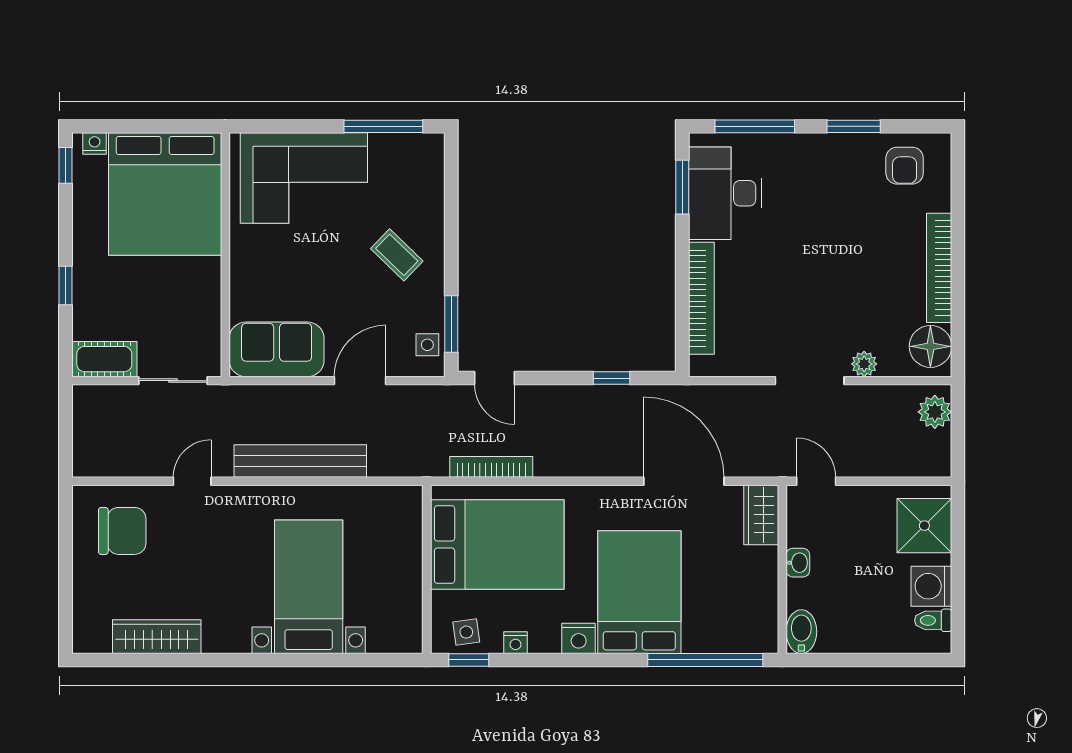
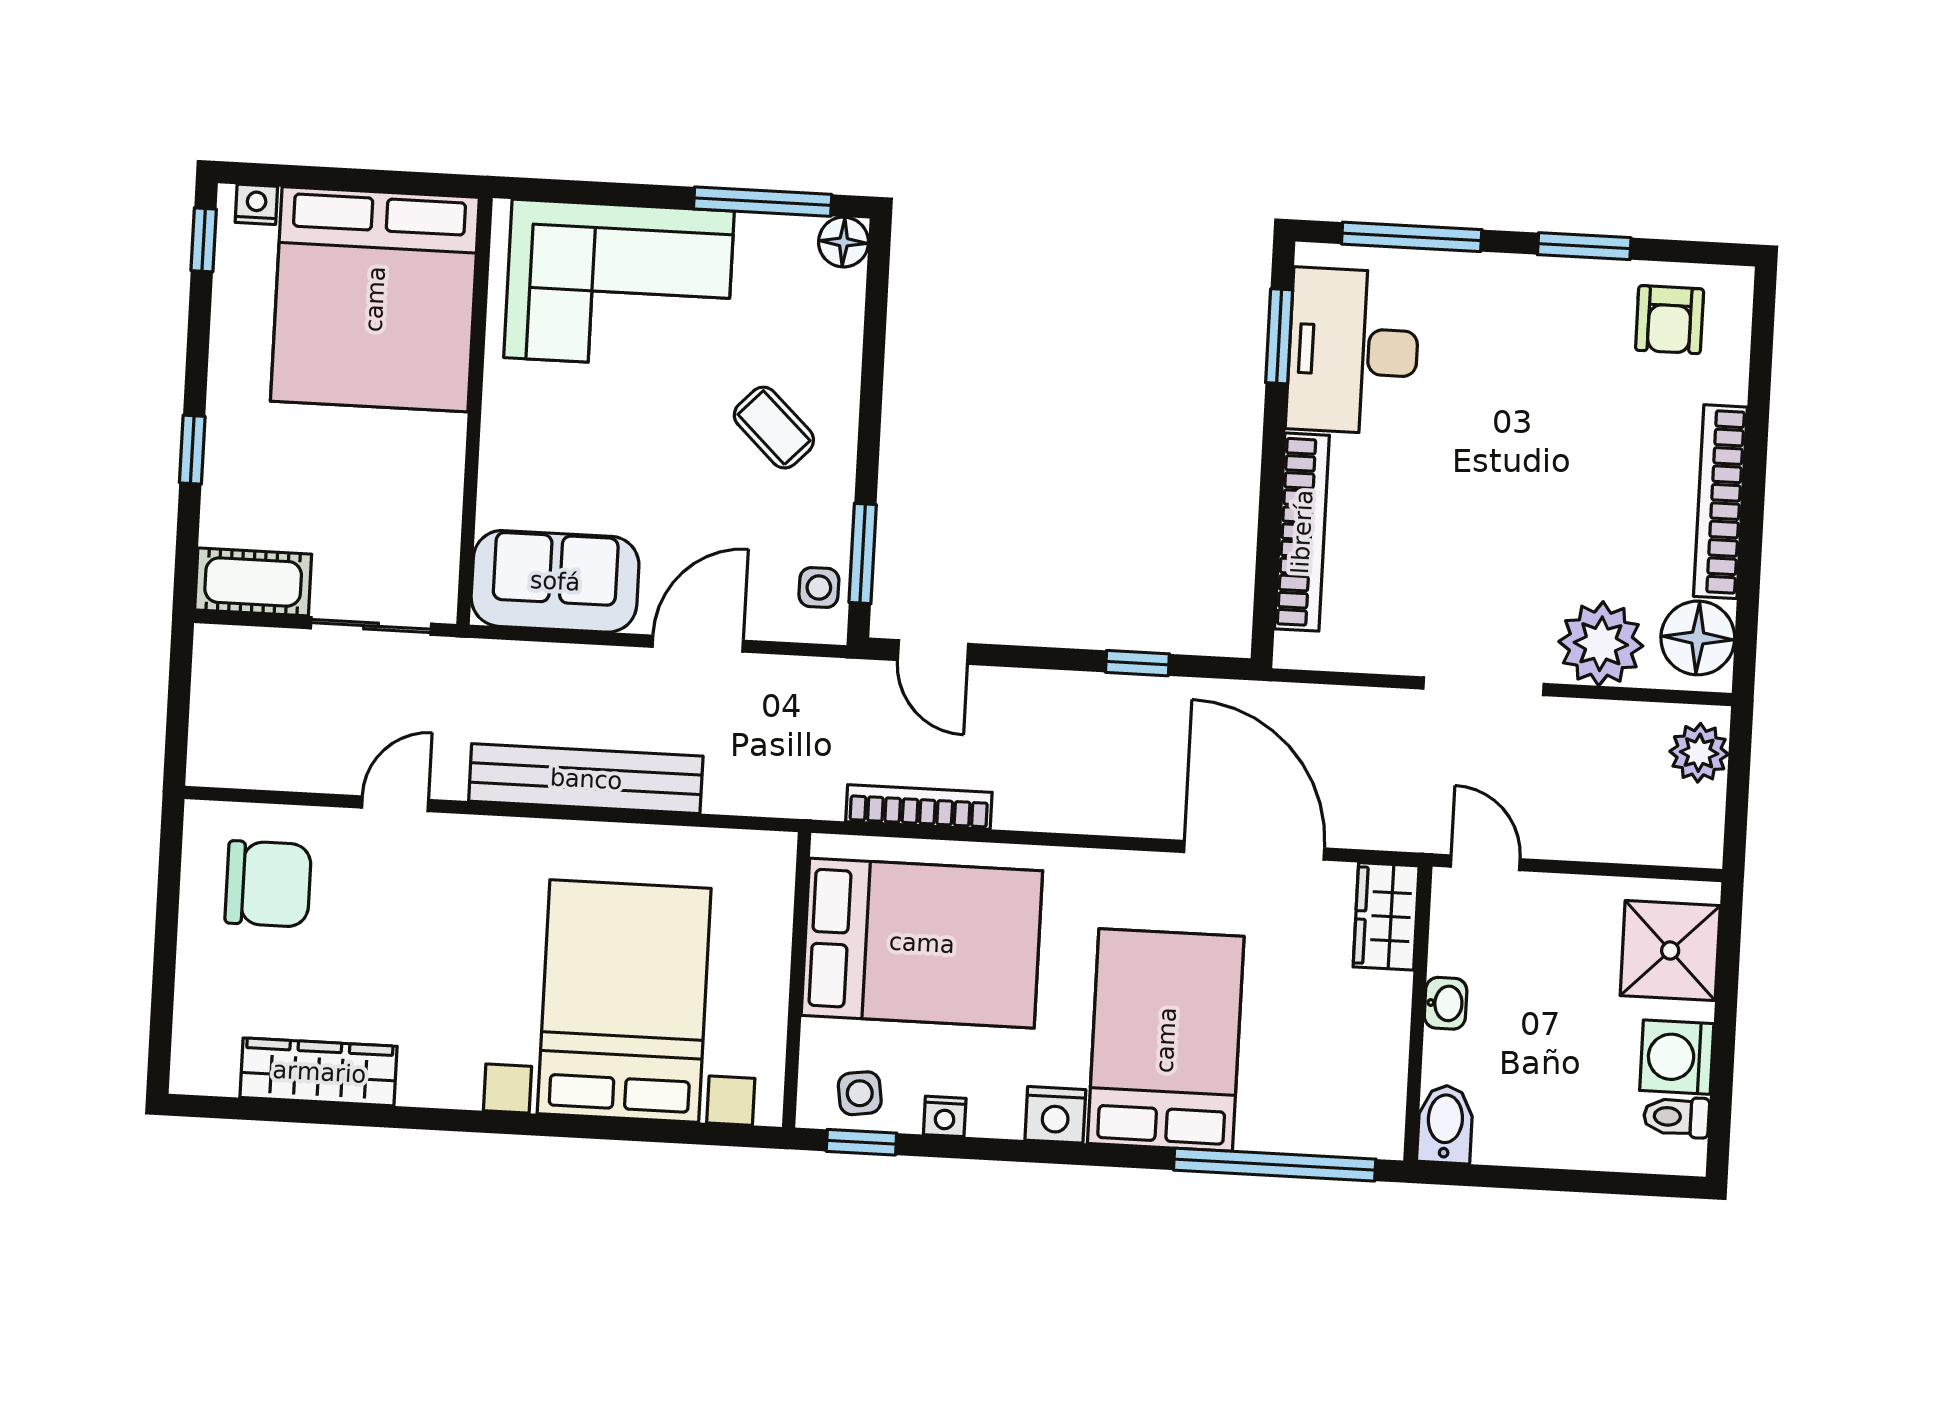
floor lamp: (431, 147) -> (844, 242), added
plant: (864, 364) -> (1601, 644), width x1.88, depth x1.88
bed with nightstands: (309, 587) -> (624, 1001), width x1.36

